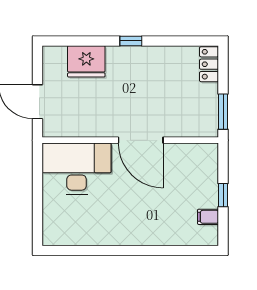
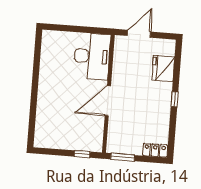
window: (223, 195) -> (82, 154), moved
filing cabinet: (208, 217) -> (53, 142), removed

